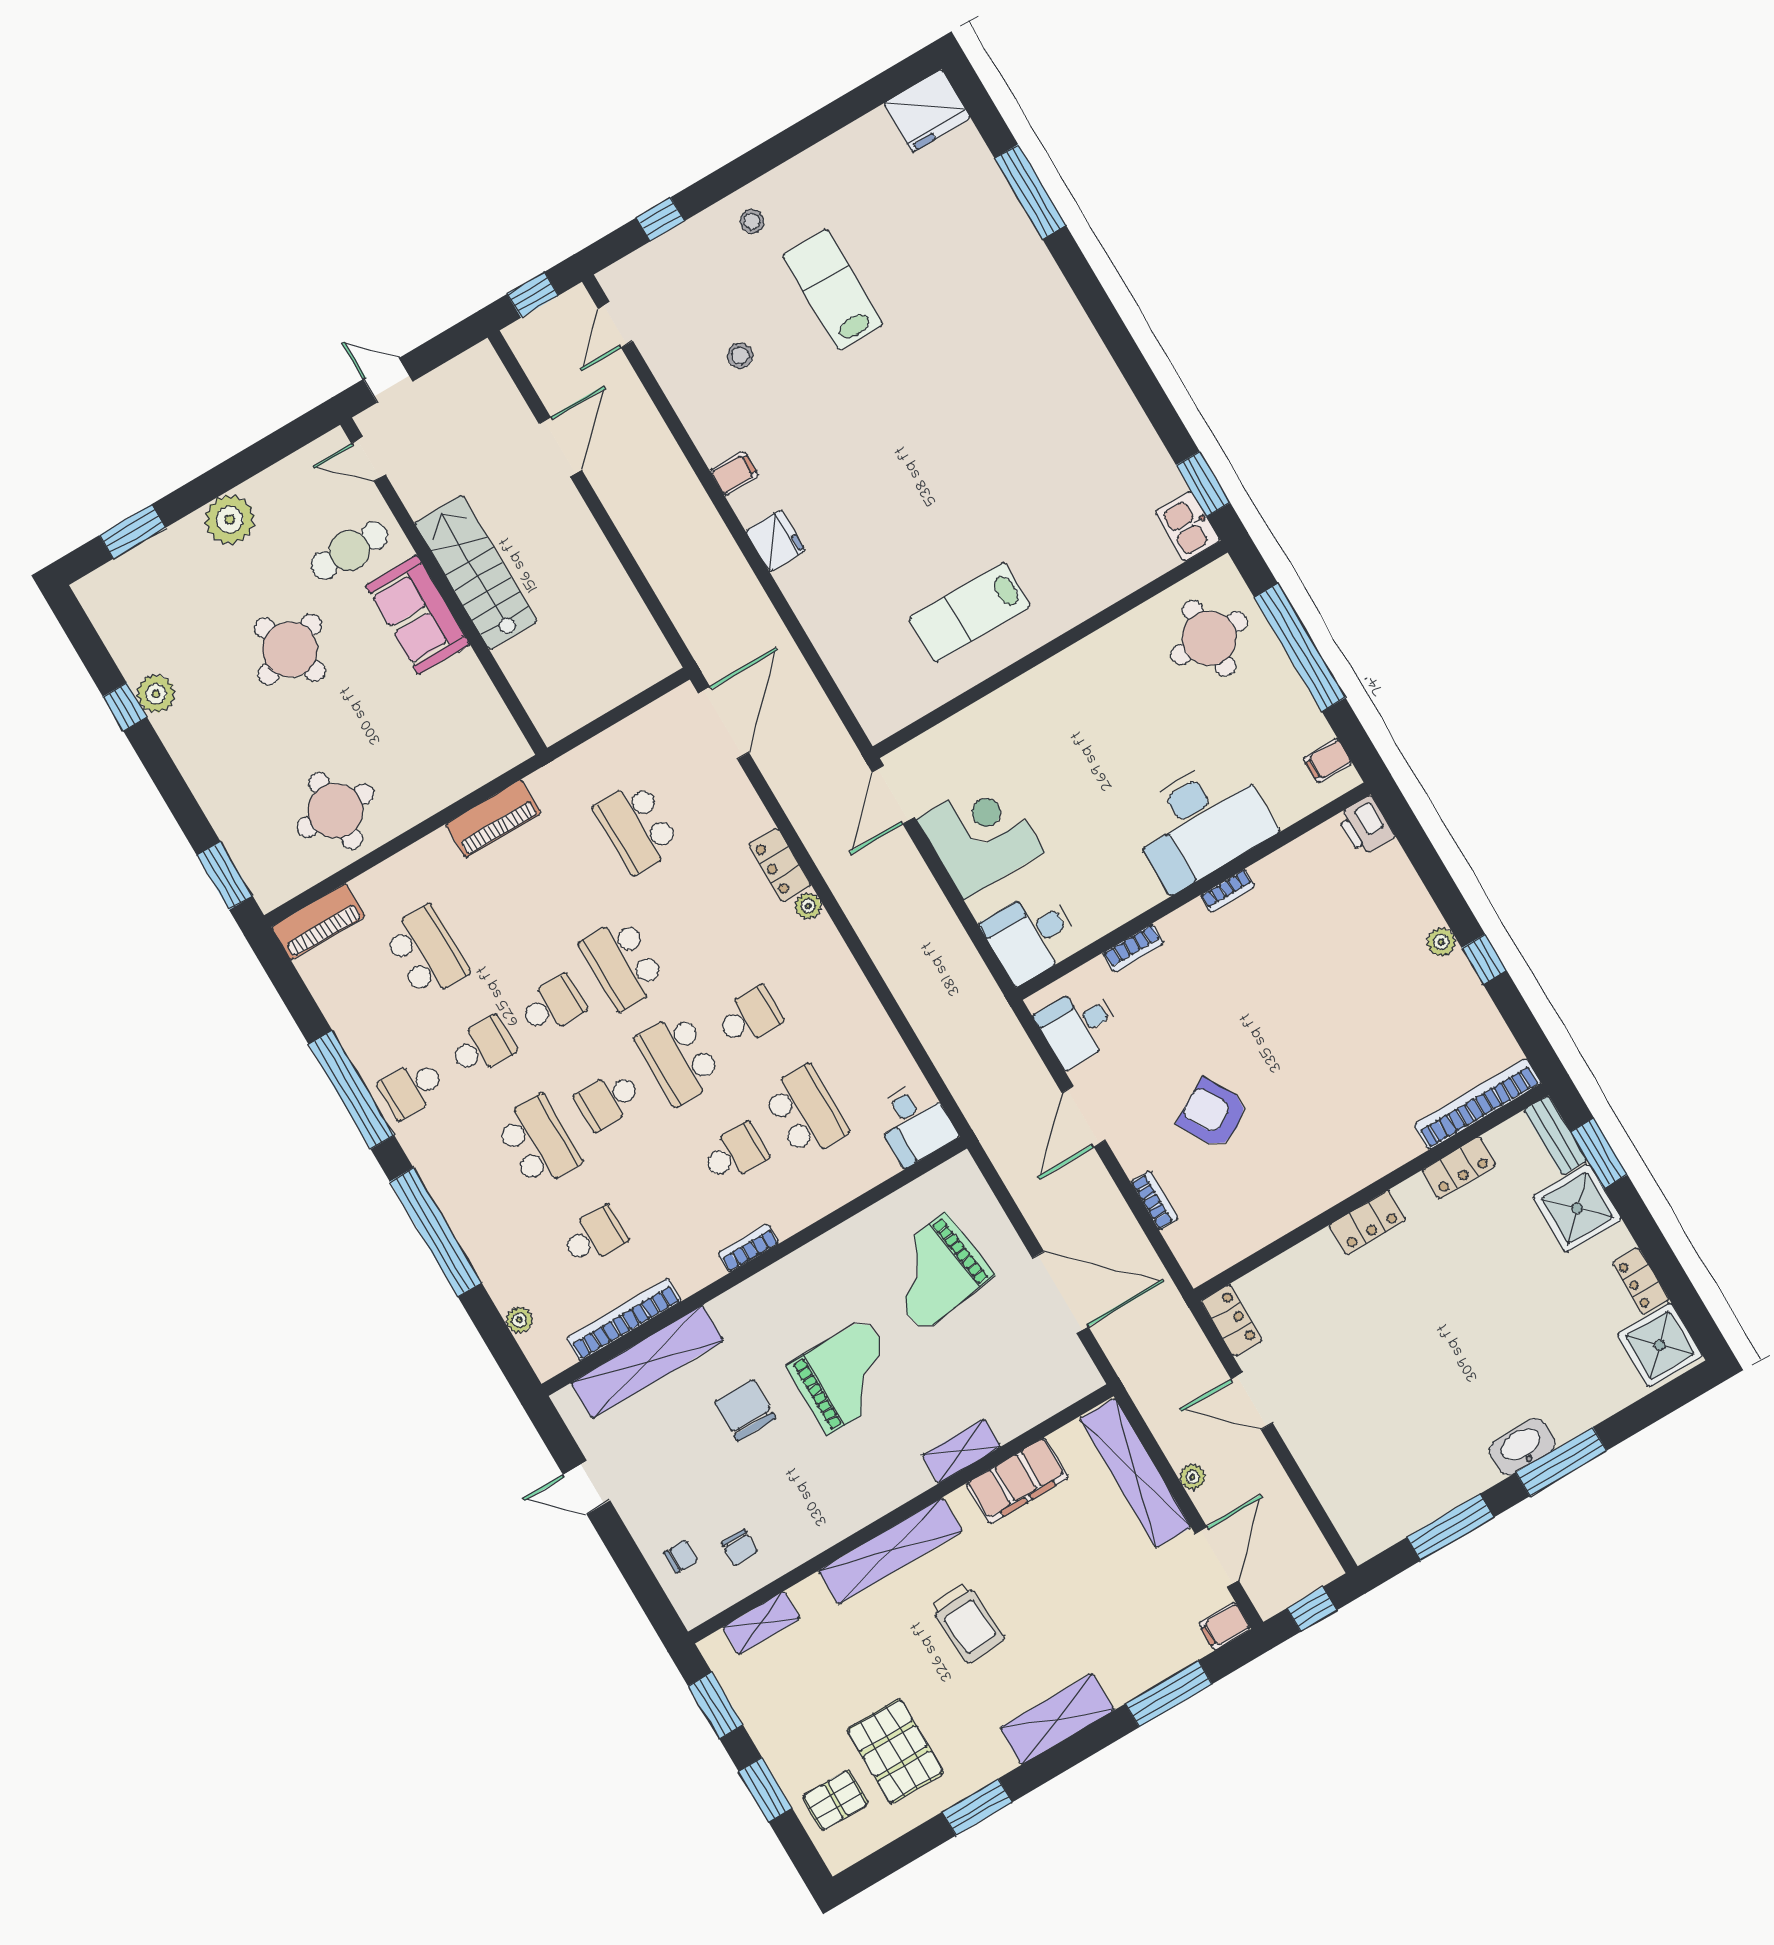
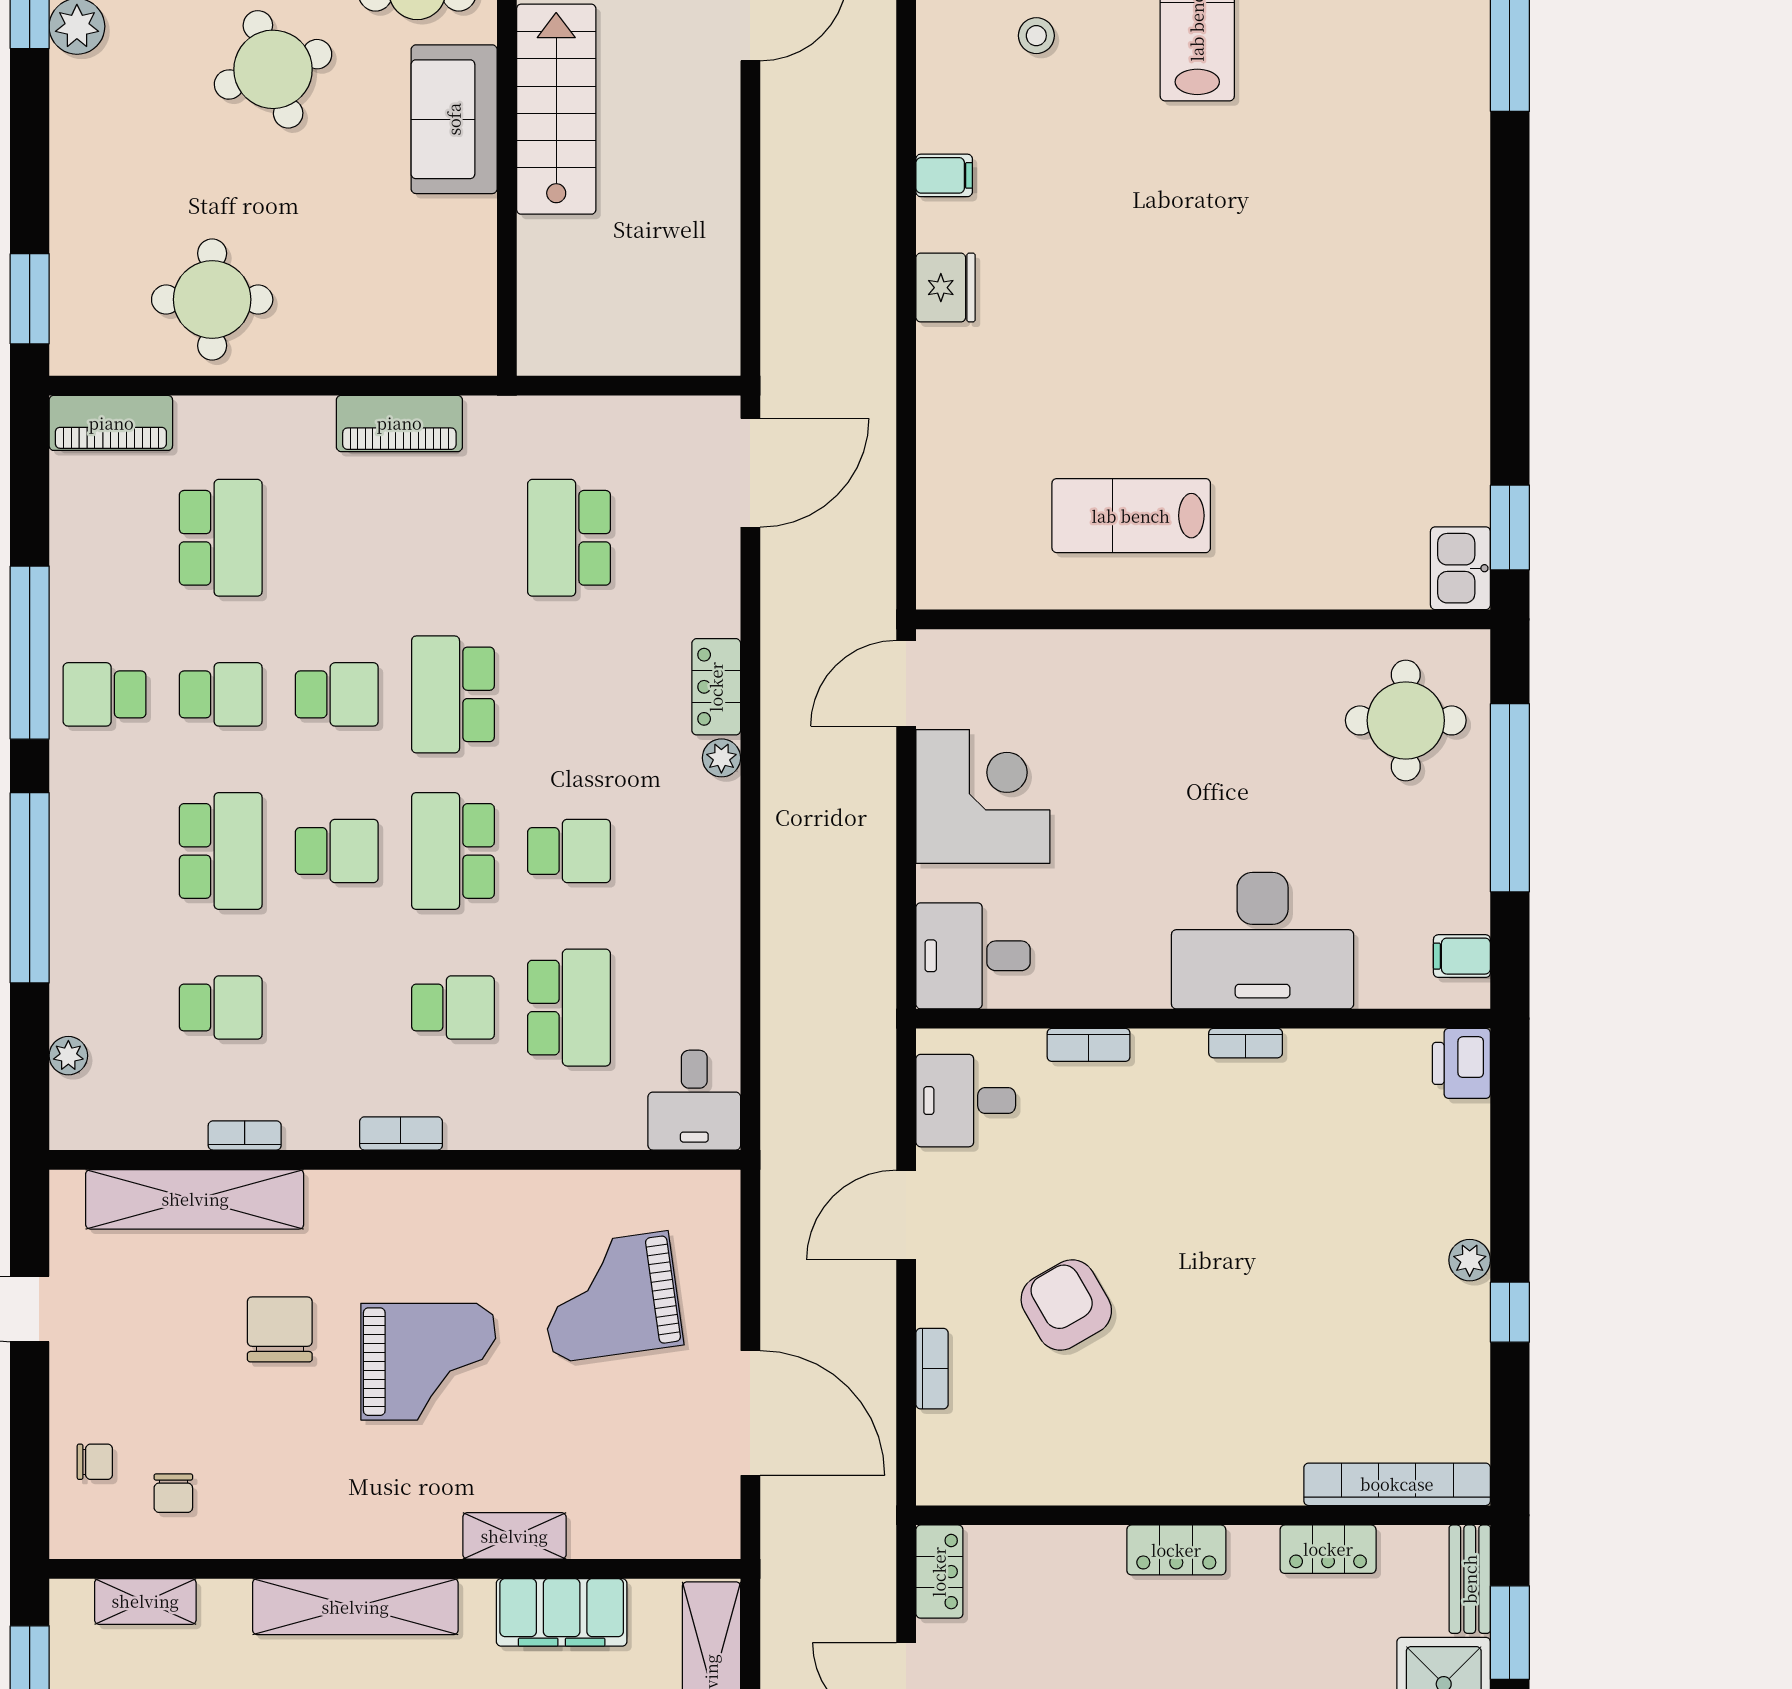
school desk: (609, 1100) -> (337, 851), turned 180
bookcase: (624, 1320) -> (245, 1135), width x0.43, depth x0.76

